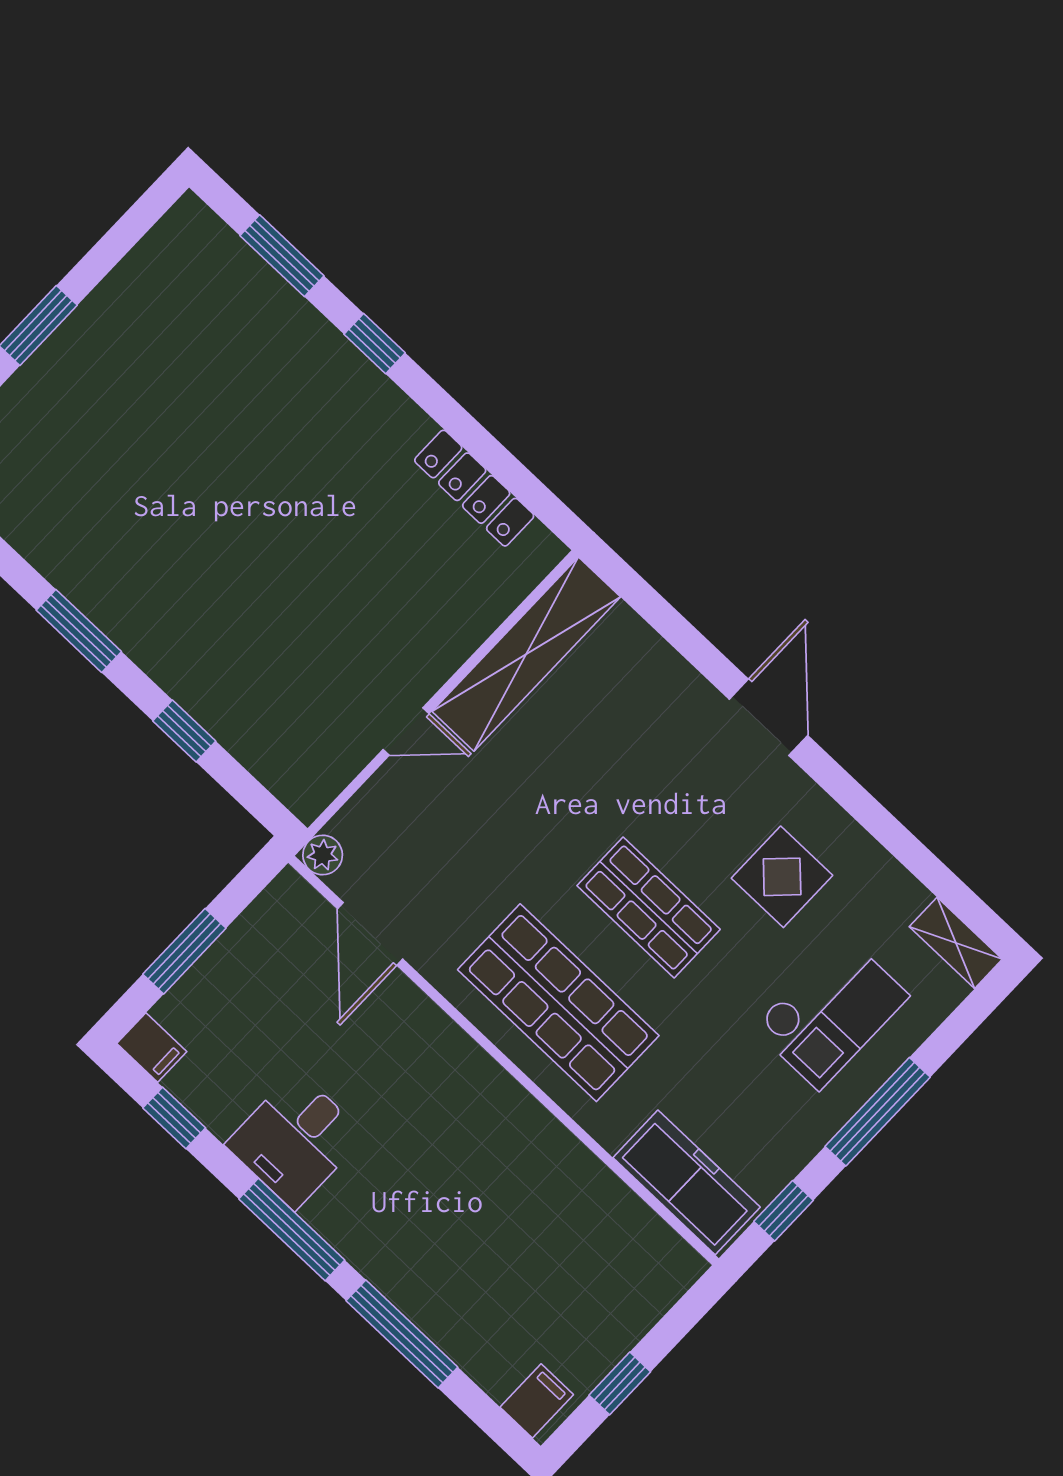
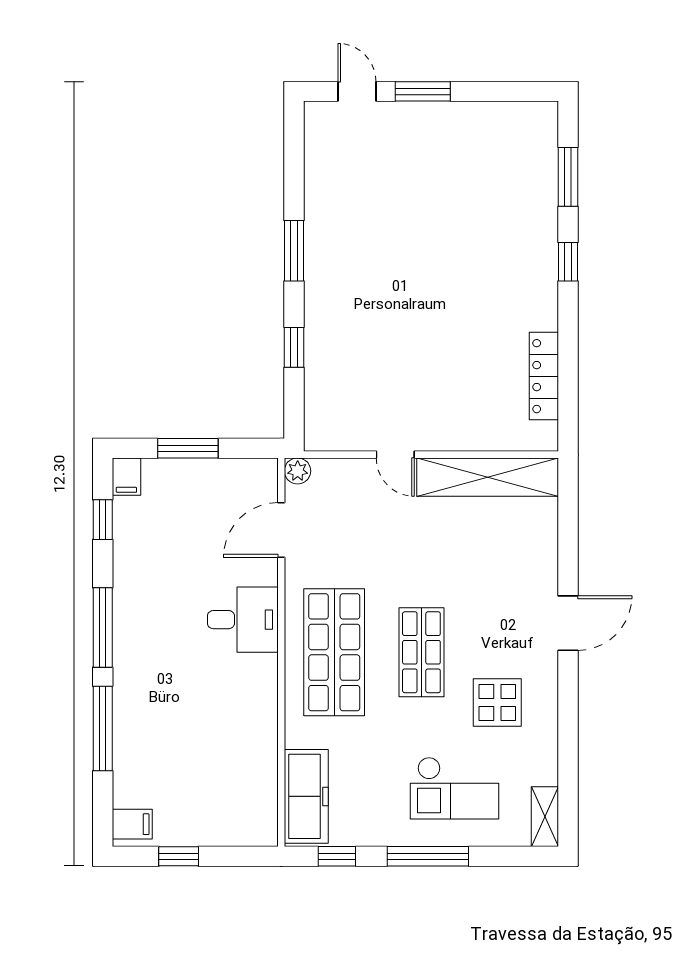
desk: (295, 1140) -> (243, 620), moved, turned 180

